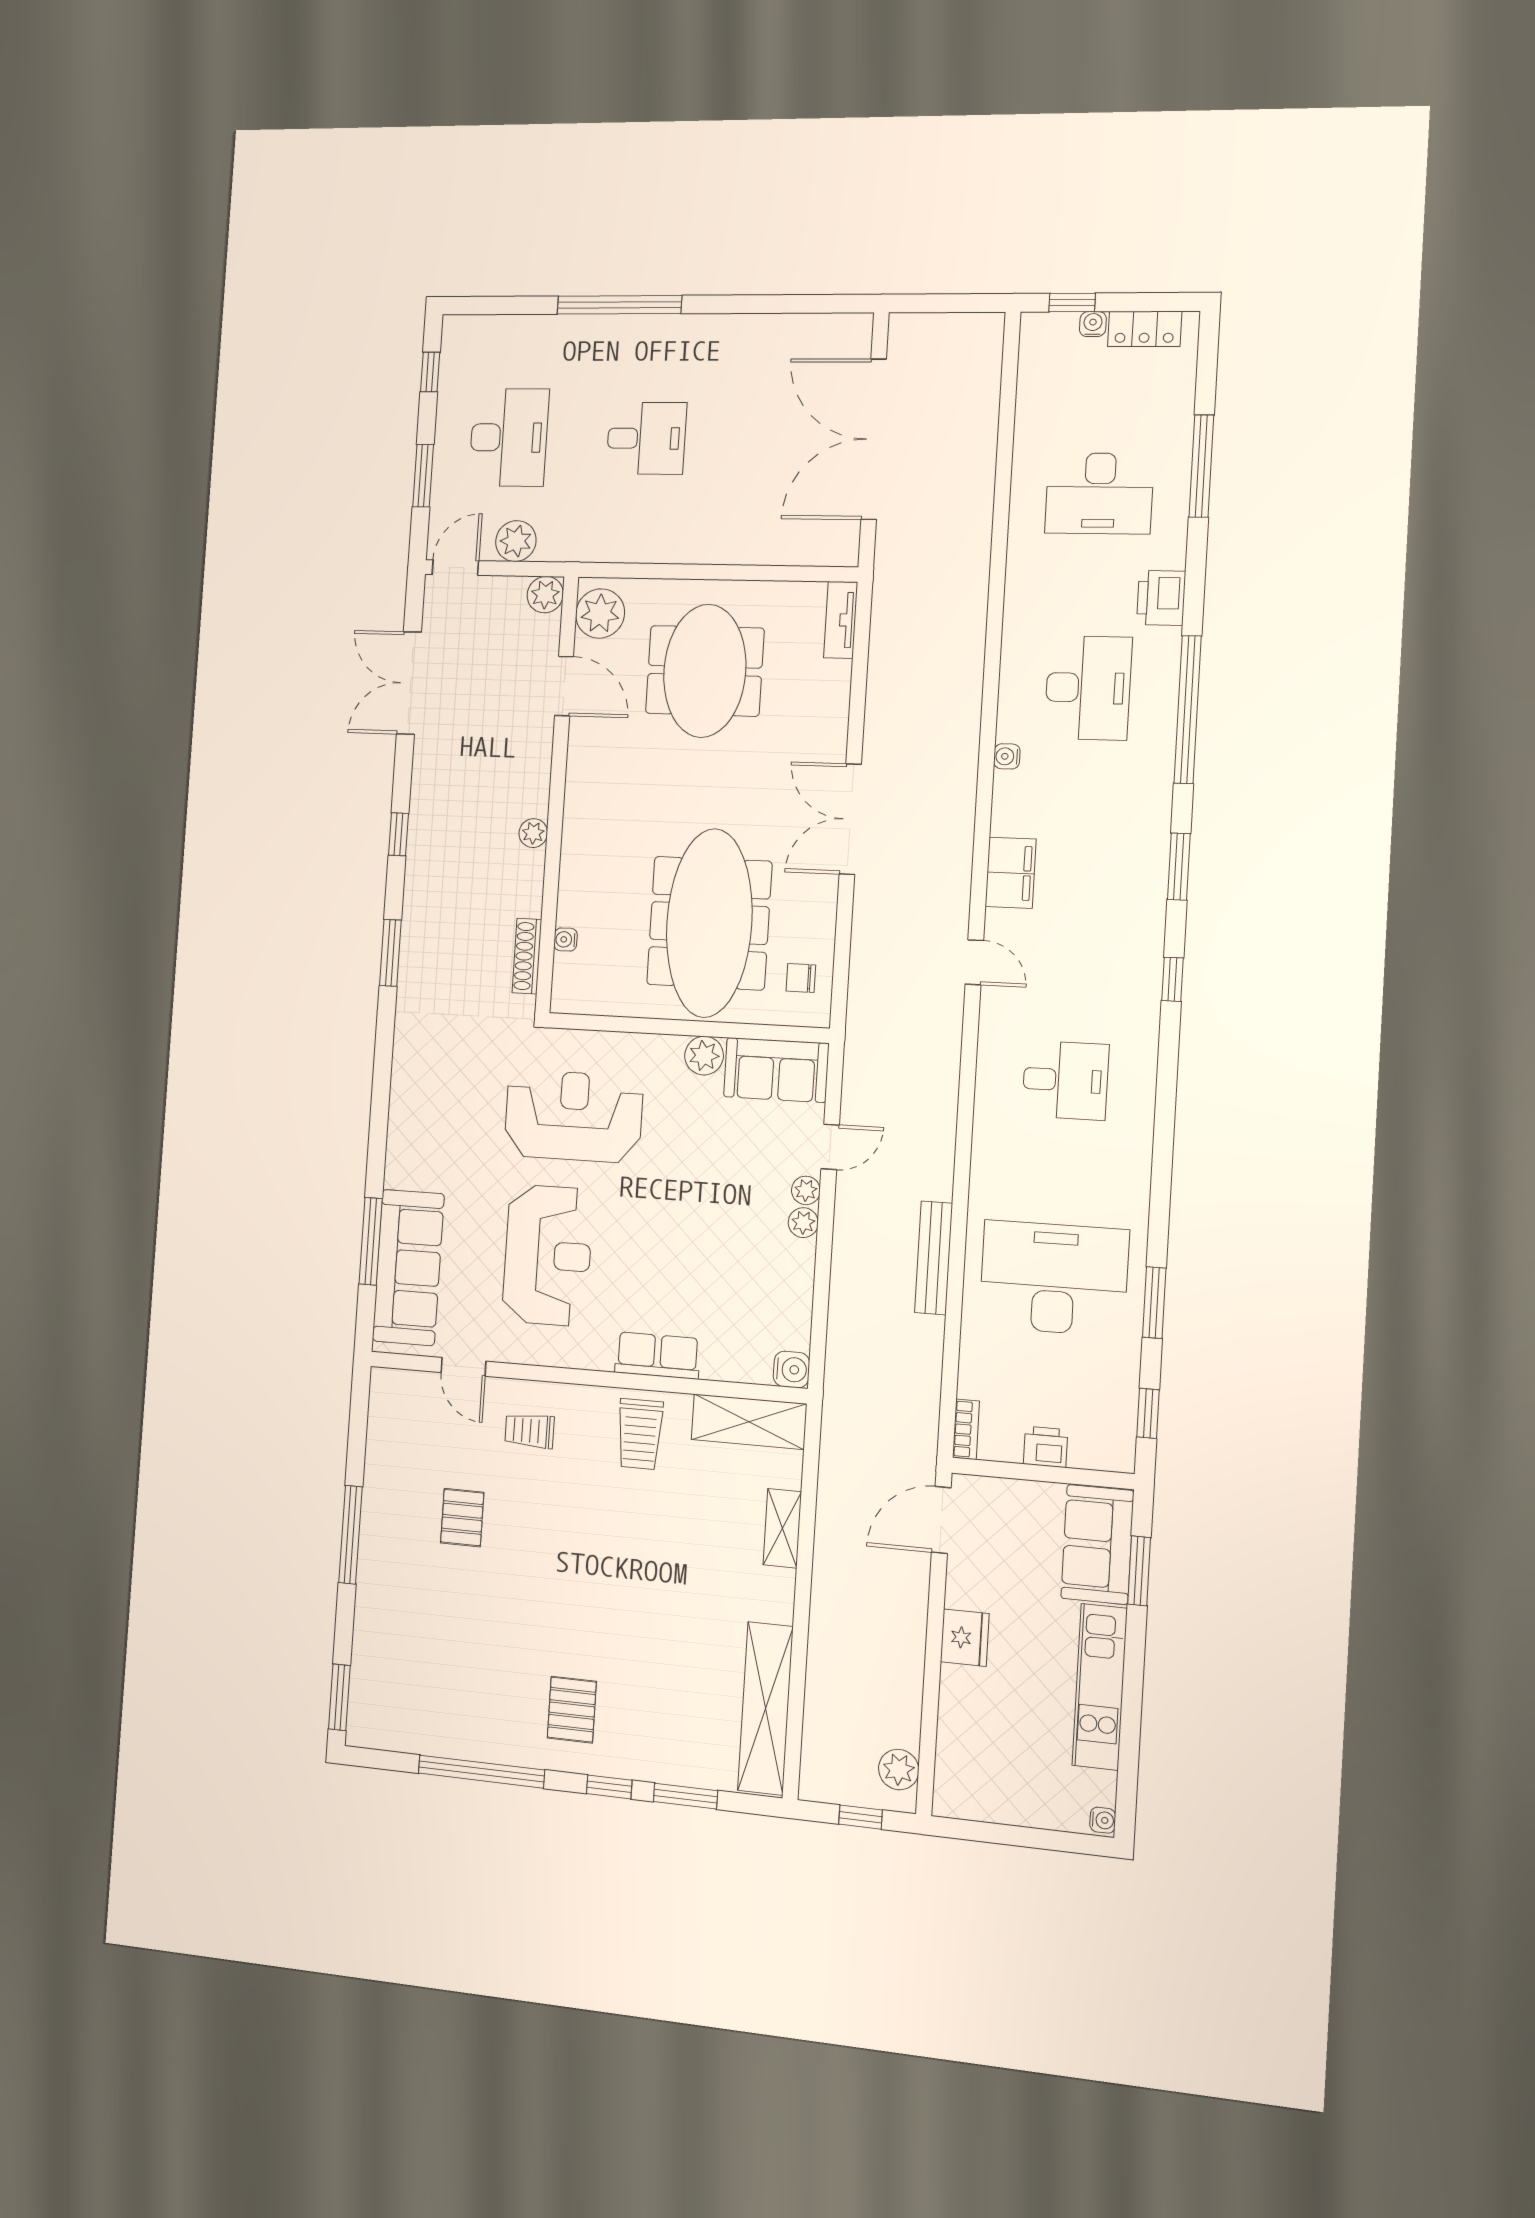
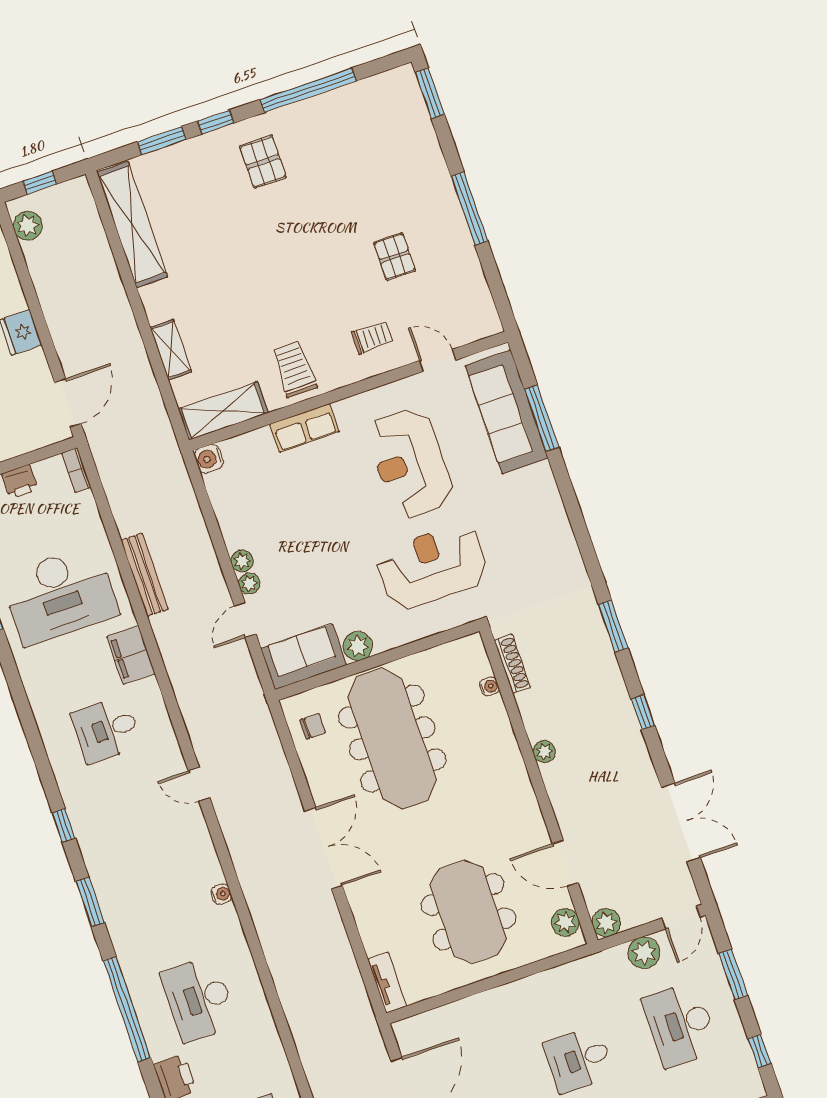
plant: (600, 613) -> (565, 922), width x0.73, depth x0.73
water cooler: (1007, 756) -> (221, 894), moved
filing cabinet: (1011, 873) -> (131, 655), moved
reception desk: (573, 1116) -> (432, 567), turned 180

